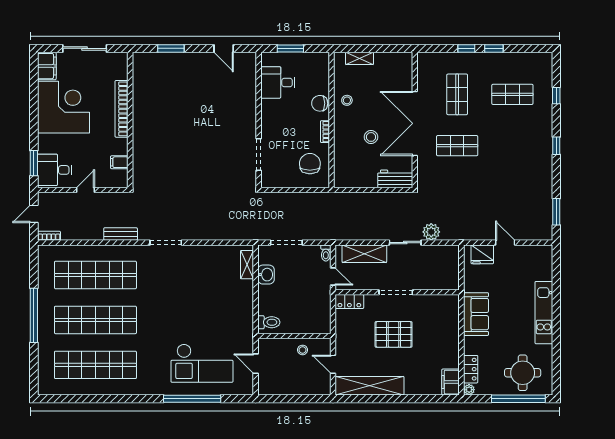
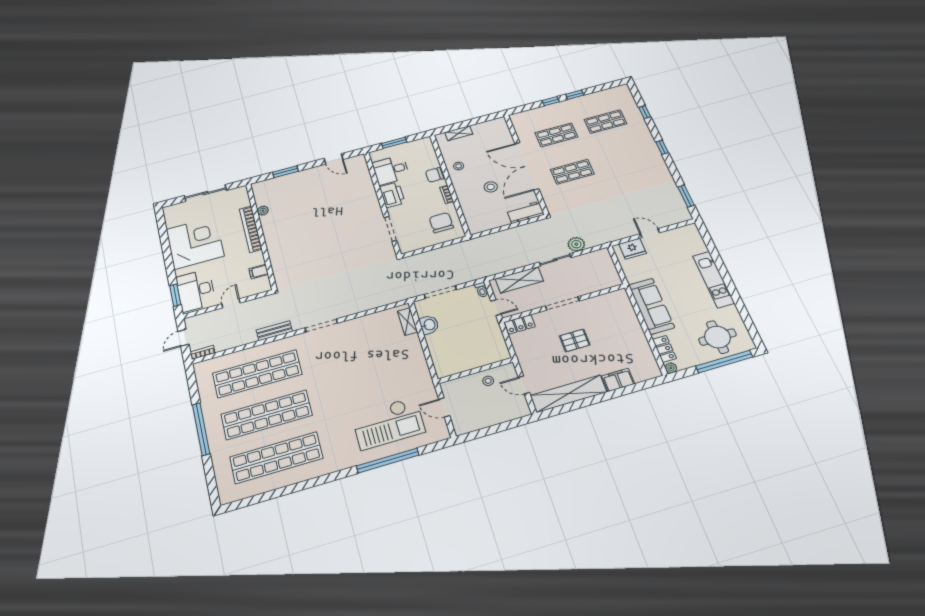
filing cabinet: (47, 66) -> (173, 216), removed
plant: (138, 90) -> (263, 211), added
shop shelf: (457, 94) -> (556, 135), turned 90
printer: (271, 114) -> (392, 195), added
desk: (55, 170) -> (196, 290), width x1.37
sofa: (476, 314) -> (651, 306), width x1.36
toilet: (269, 322) -> (446, 366), removed
pallet: (394, 334) -> (575, 340), width x0.67, depth x0.71
filing cabinet: (451, 382) -> (618, 380), moved, turned 90

